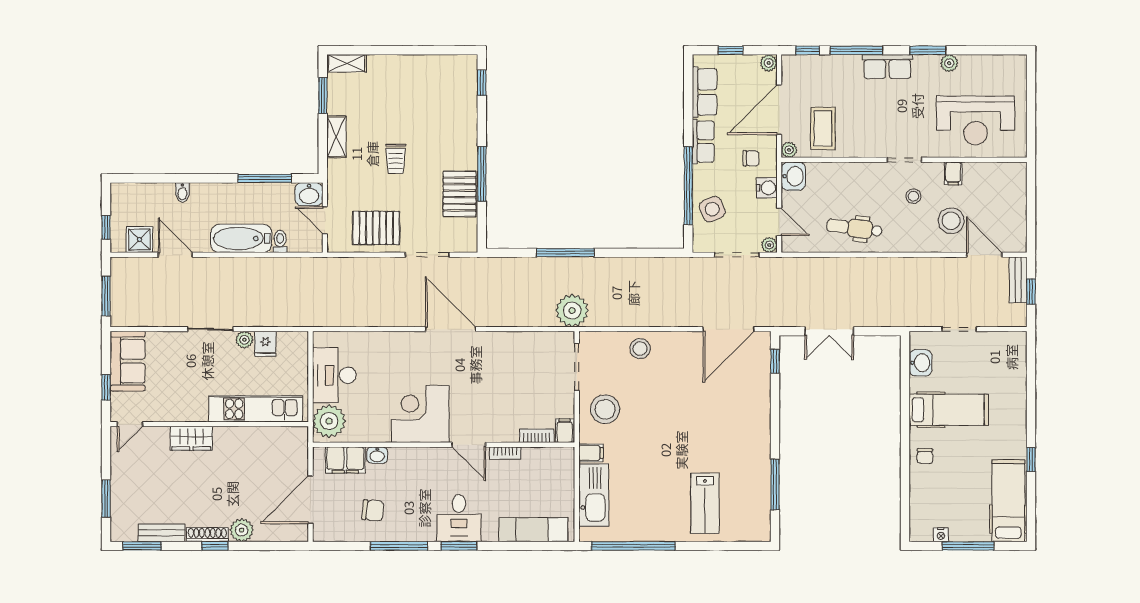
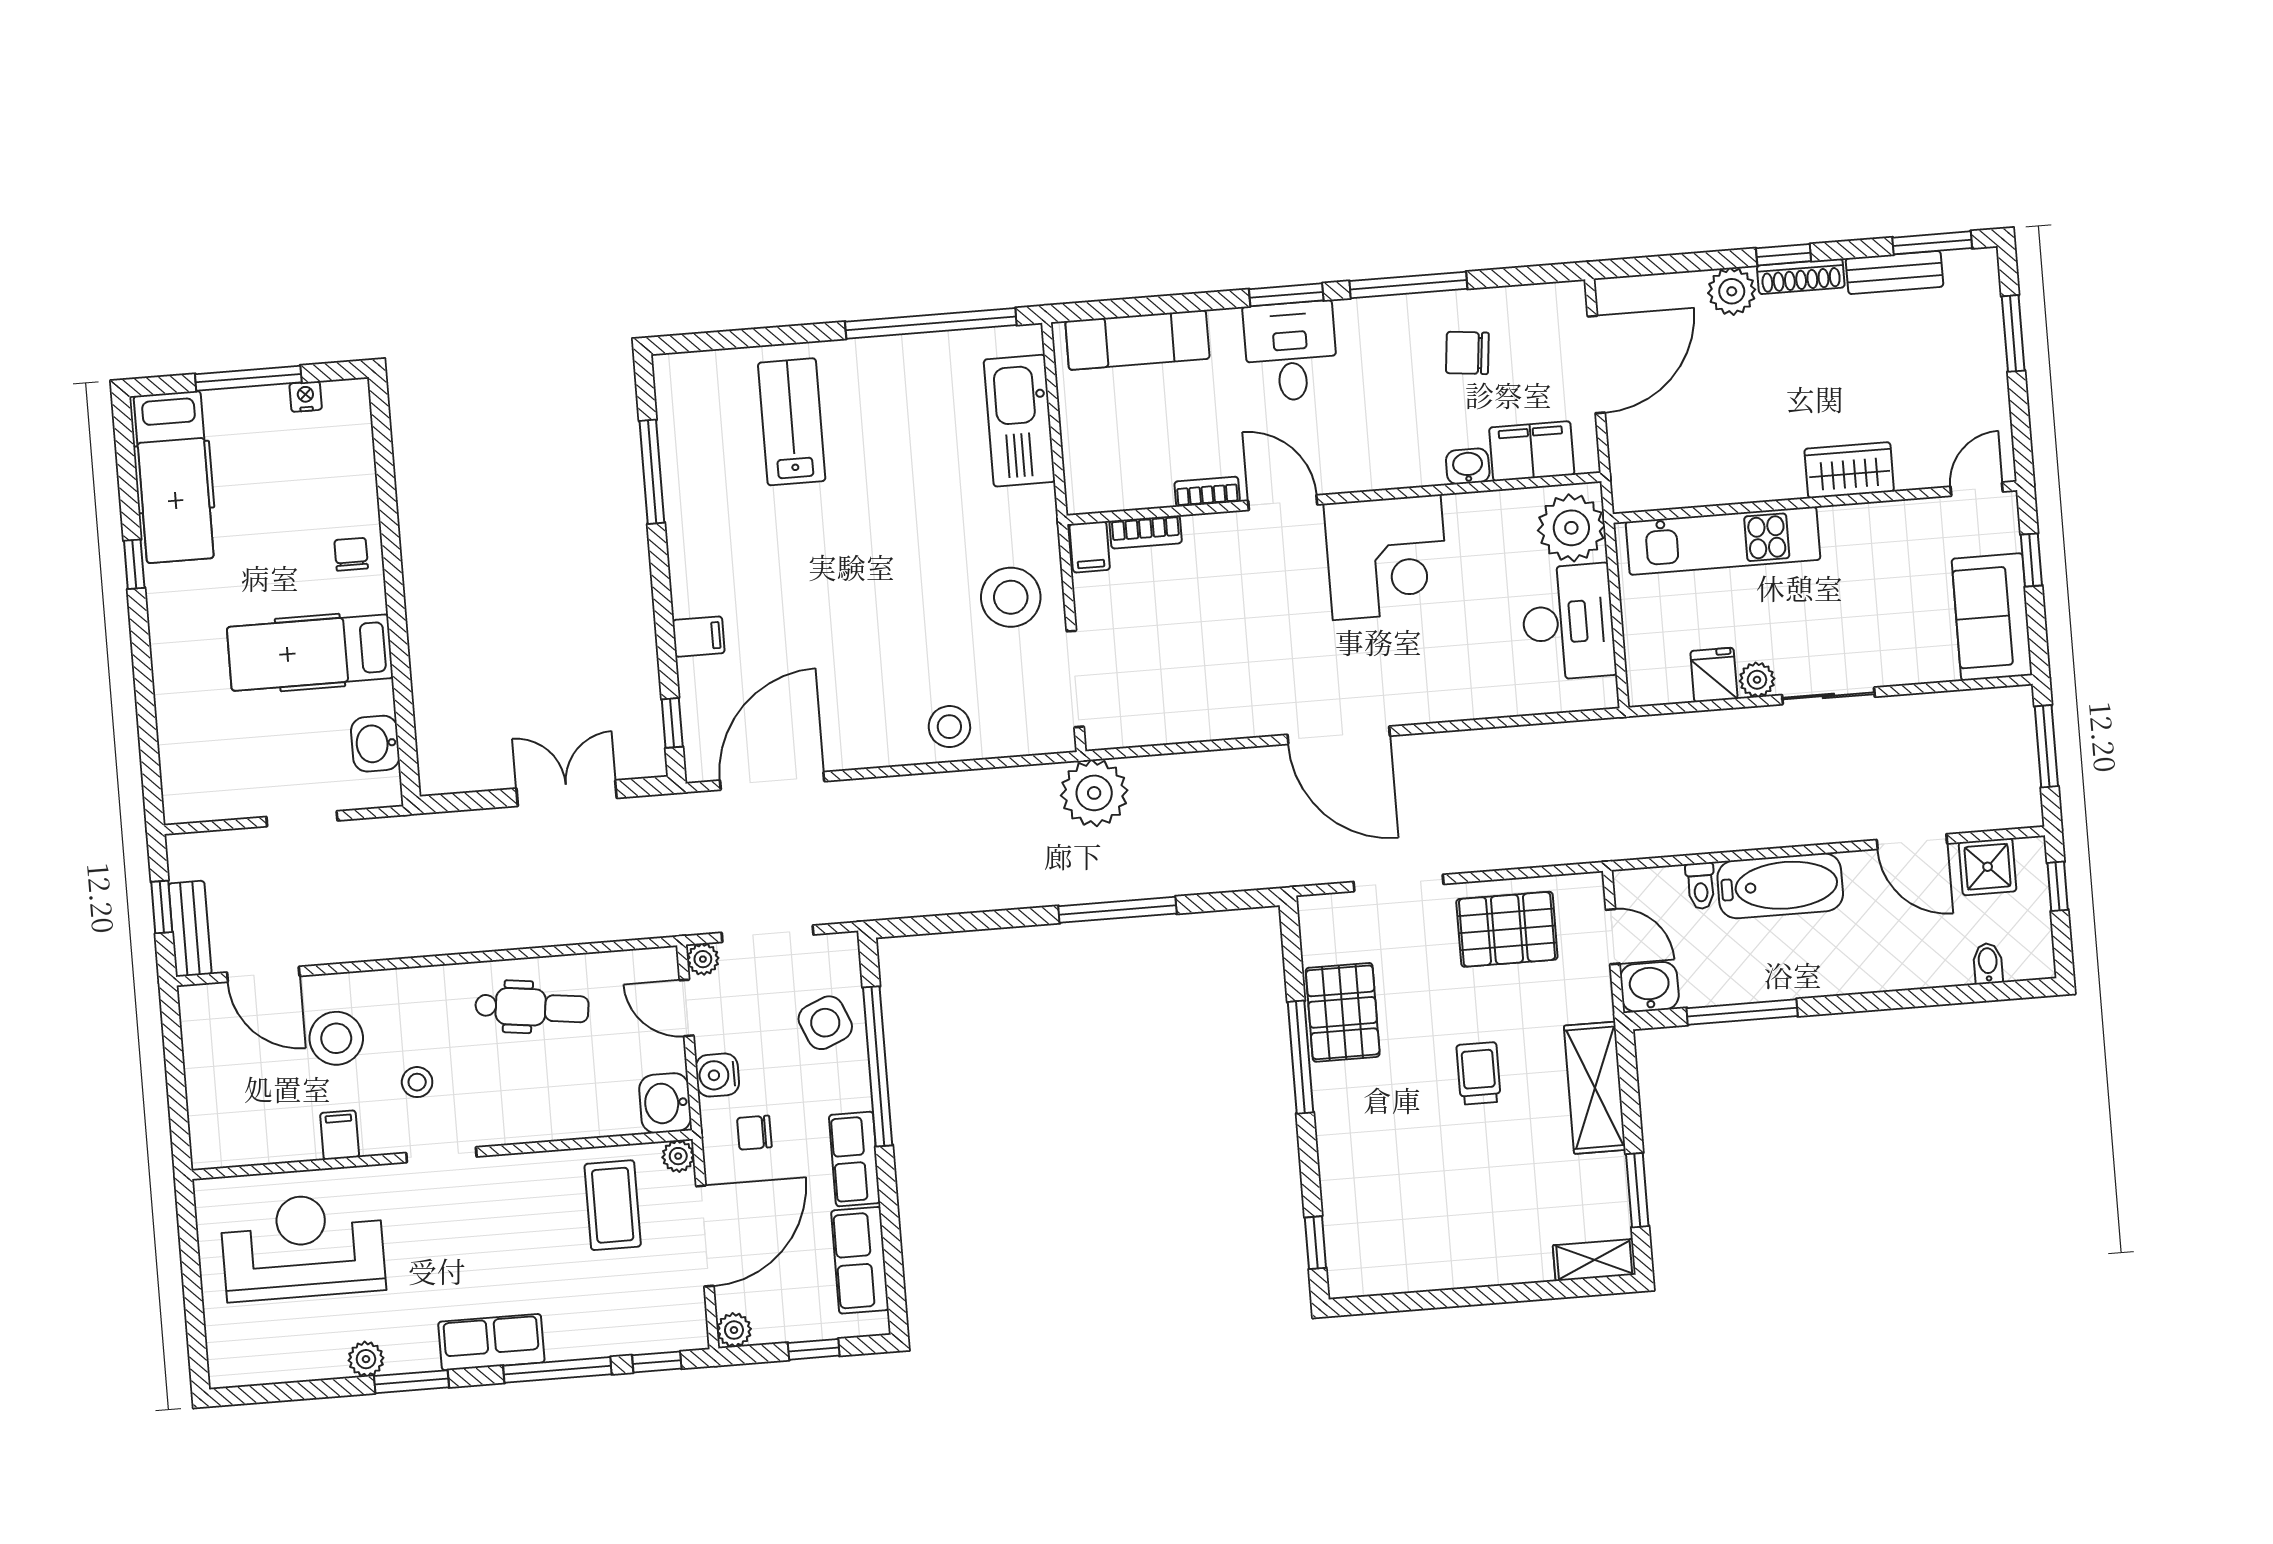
shelving: (336, 137) -> (1595, 1088), width x1.50, depth x1.33
bidet: (182, 192) -> (1988, 963), moved
filing cabinet: (591, 453) -> (699, 637), moved, turned 180

